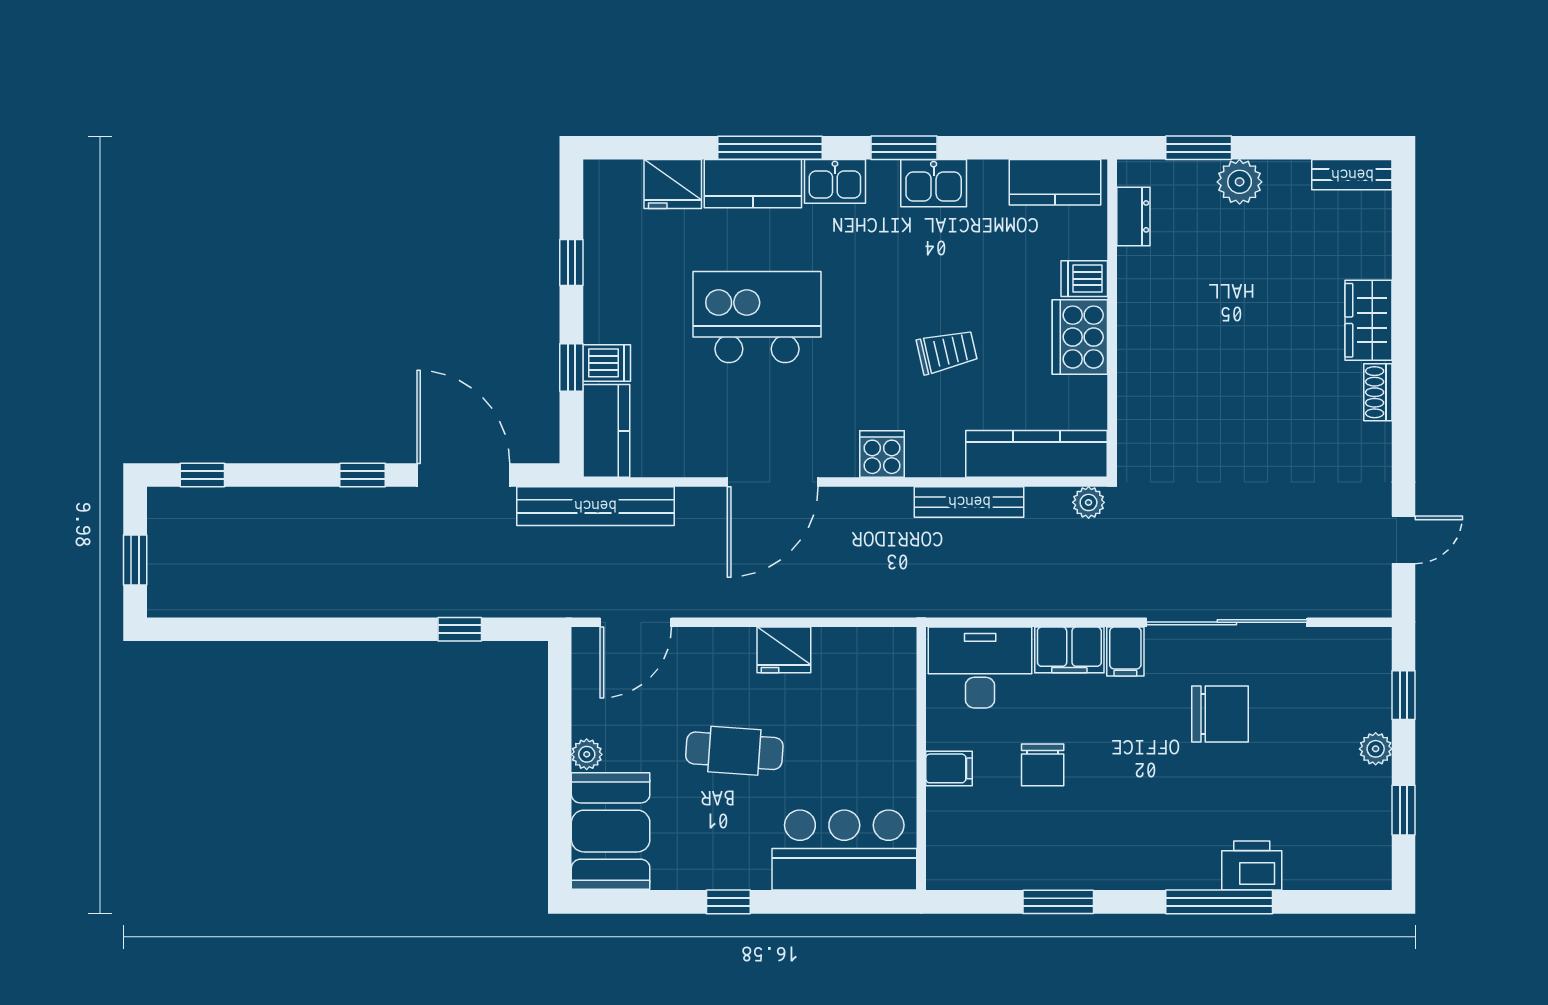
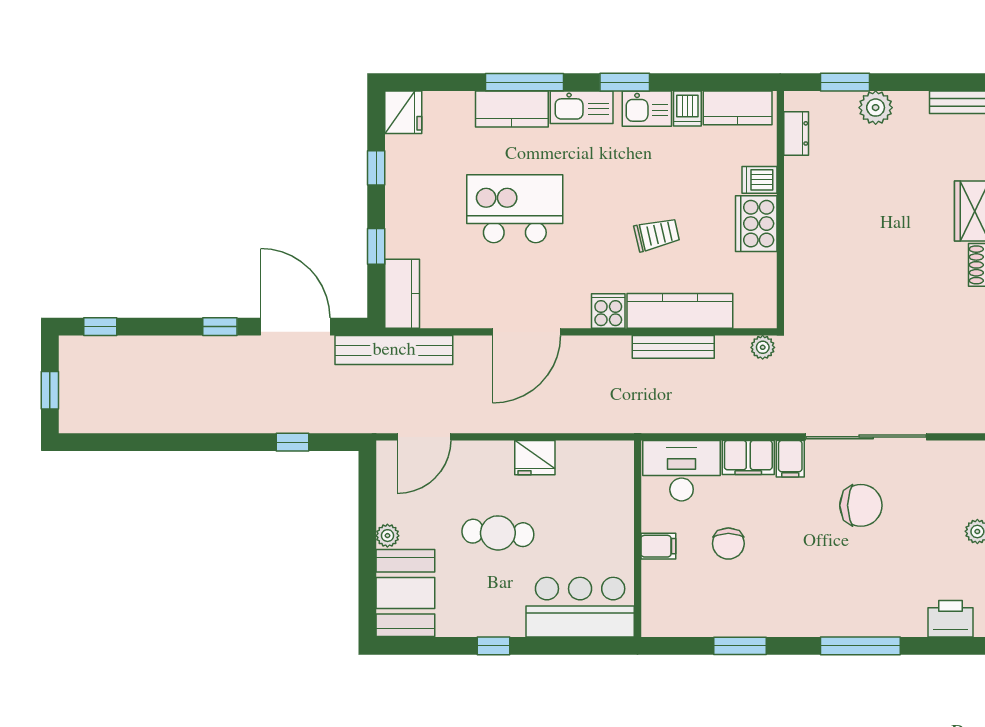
kitchen sink: (835, 181) -> (582, 107), width x1.38
fridge: (673, 184) -> (403, 112), moved, turned -90
dishwasher: (607, 363) -> (687, 108), moved, turned 90
kitchen counter: (1036, 454) -> (680, 311), moved
printer: (1252, 866) -> (950, 619), moved

